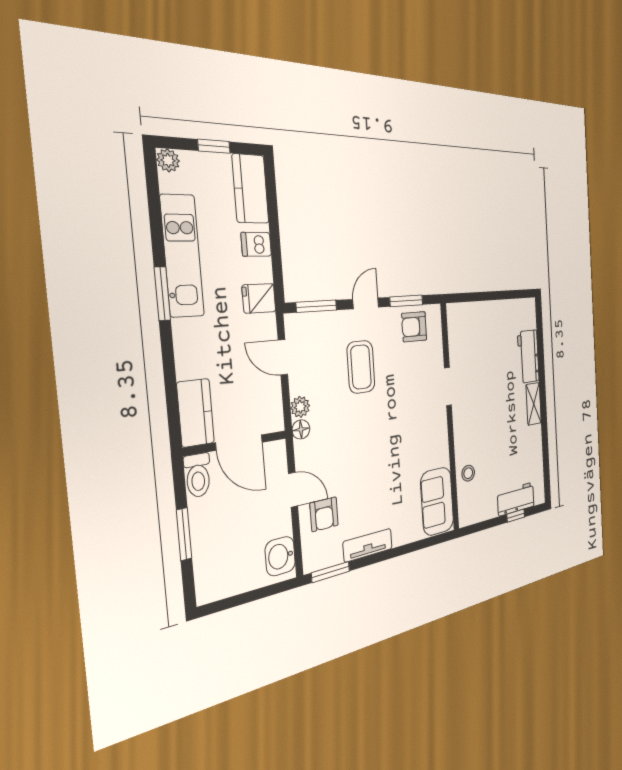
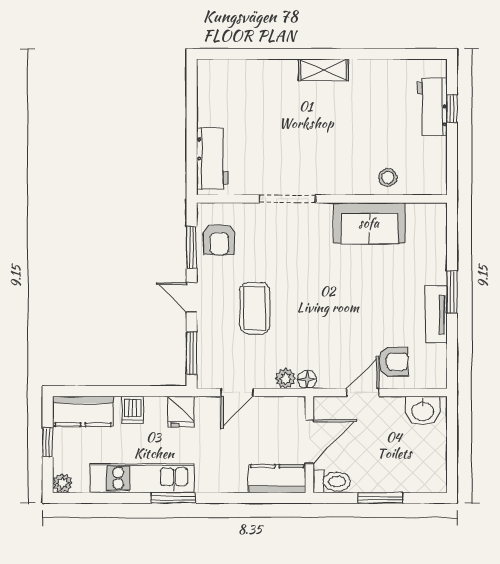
workbench: (528, 357) -> (212, 158), moved, turned -90
coffee table: (361, 367) -> (255, 308), turned 90
doorway: (448, 387) -> (287, 199), width x1.38
sofa: (437, 501) -> (369, 223), moved
window: (331, 572) -> (452, 292), moved

